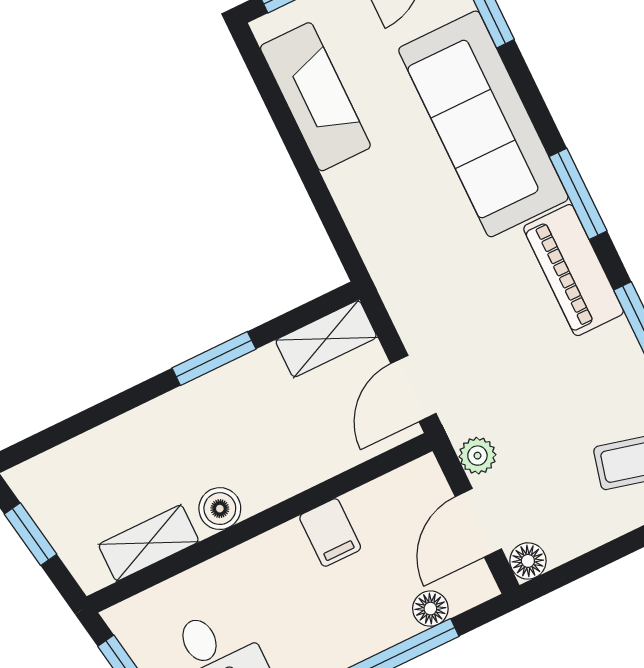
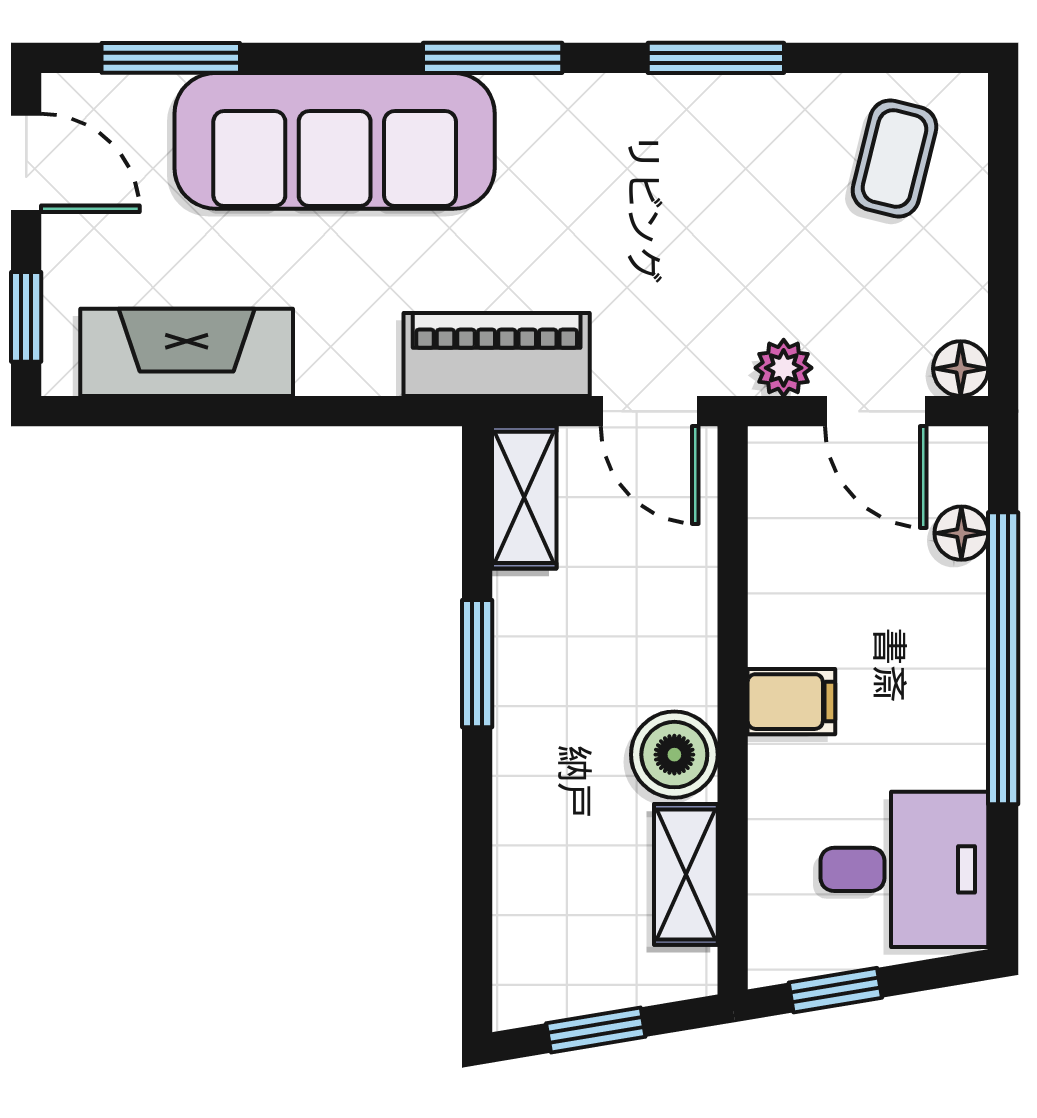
piano: (573, 270) -> (497, 354), moved, turned 180
boiler: (220, 509) -> (674, 755), width x1.36, depth x1.36
filing cabinet: (330, 532) -> (791, 702), moved

